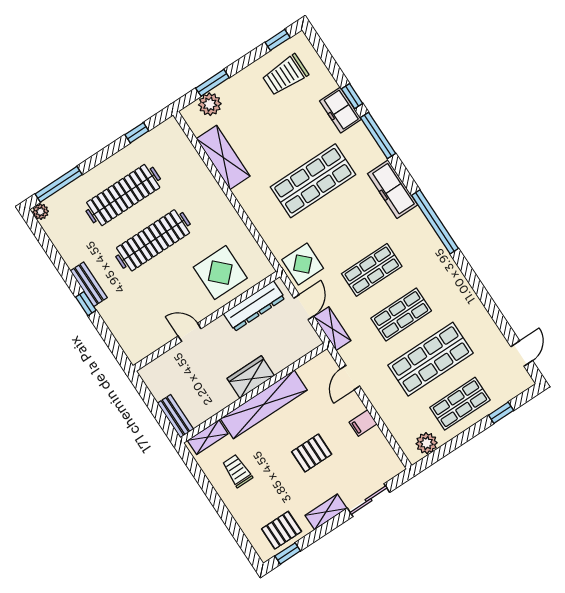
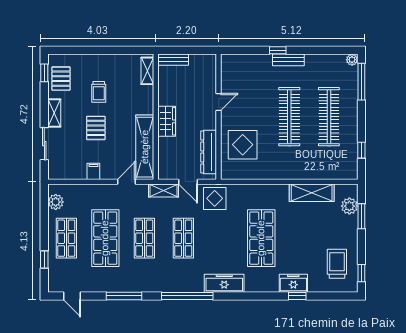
window: (378, 136) -> (124, 296), moved
door: (350, 377) -> (126, 182), hinge flipped
shelving: (264, 404) -> (145, 147), moved
trolley: (237, 471) -> (99, 92), moved, turned 90

